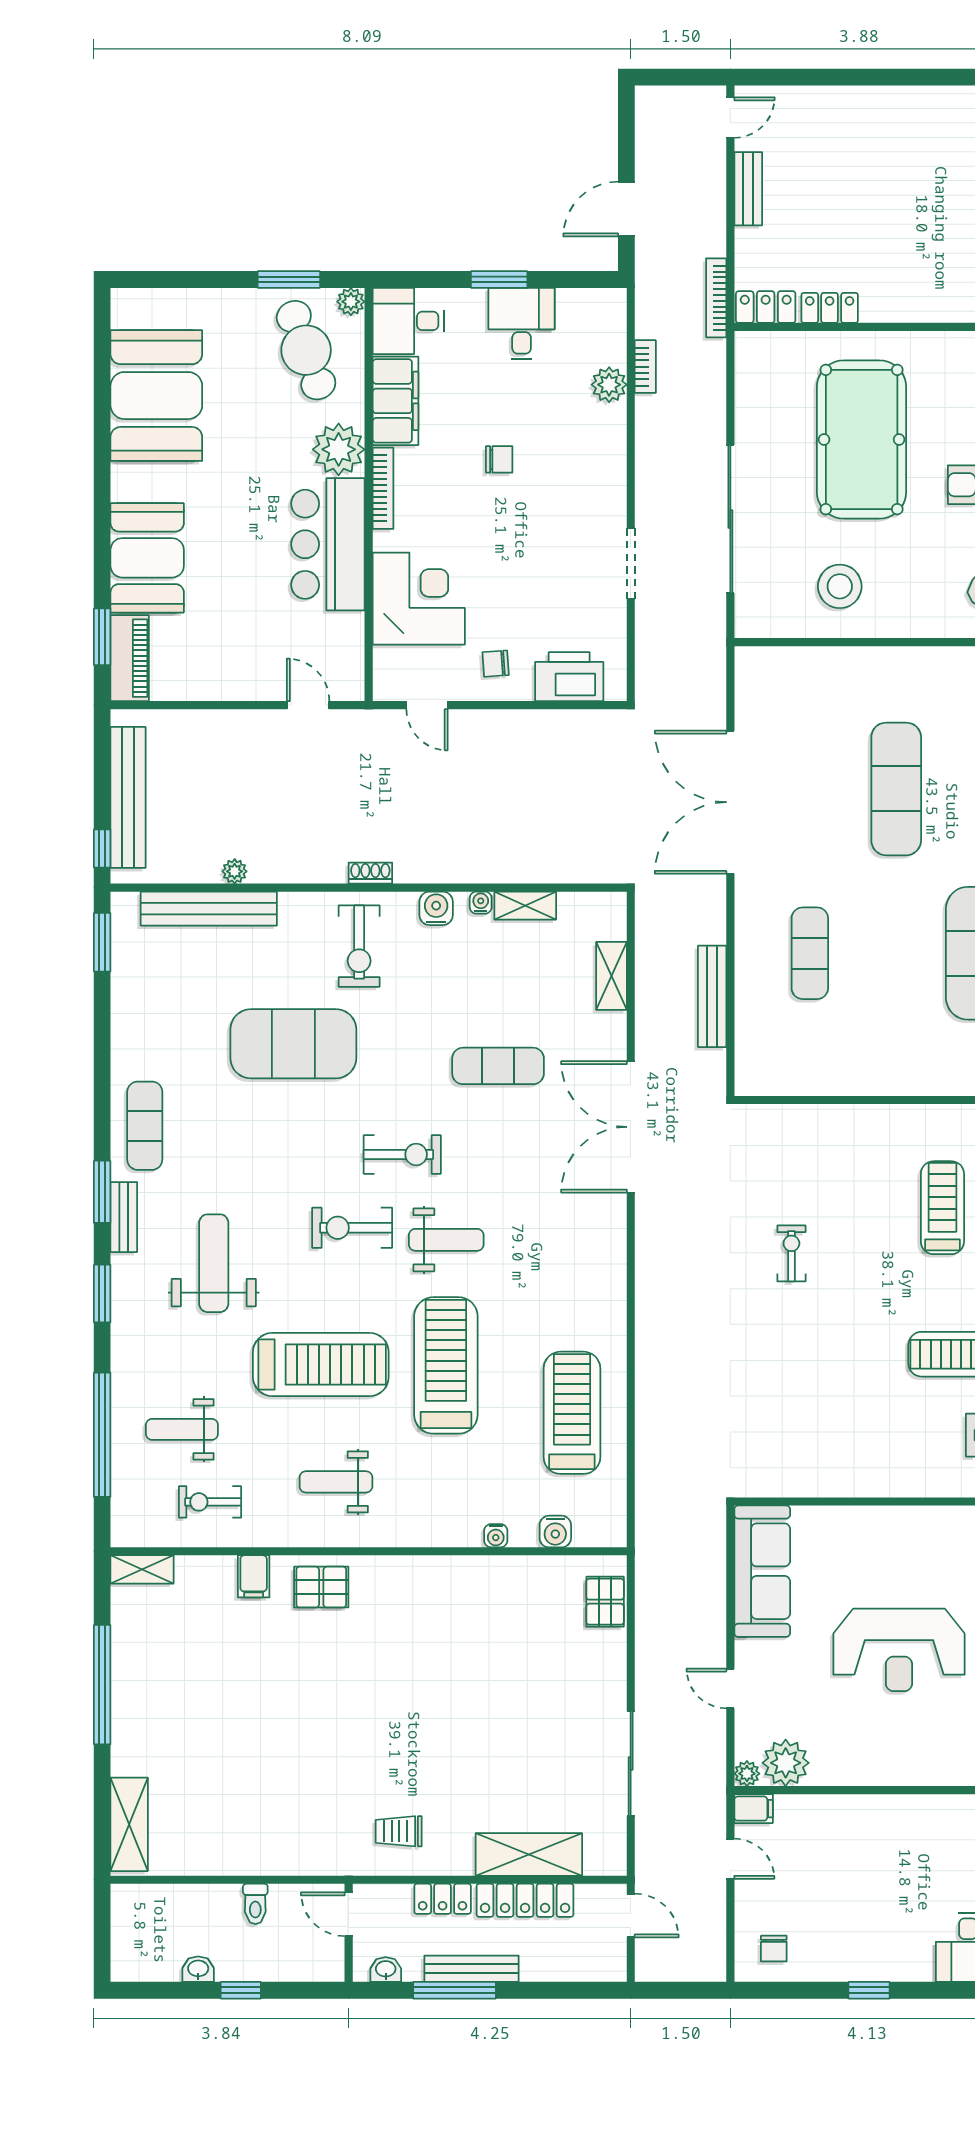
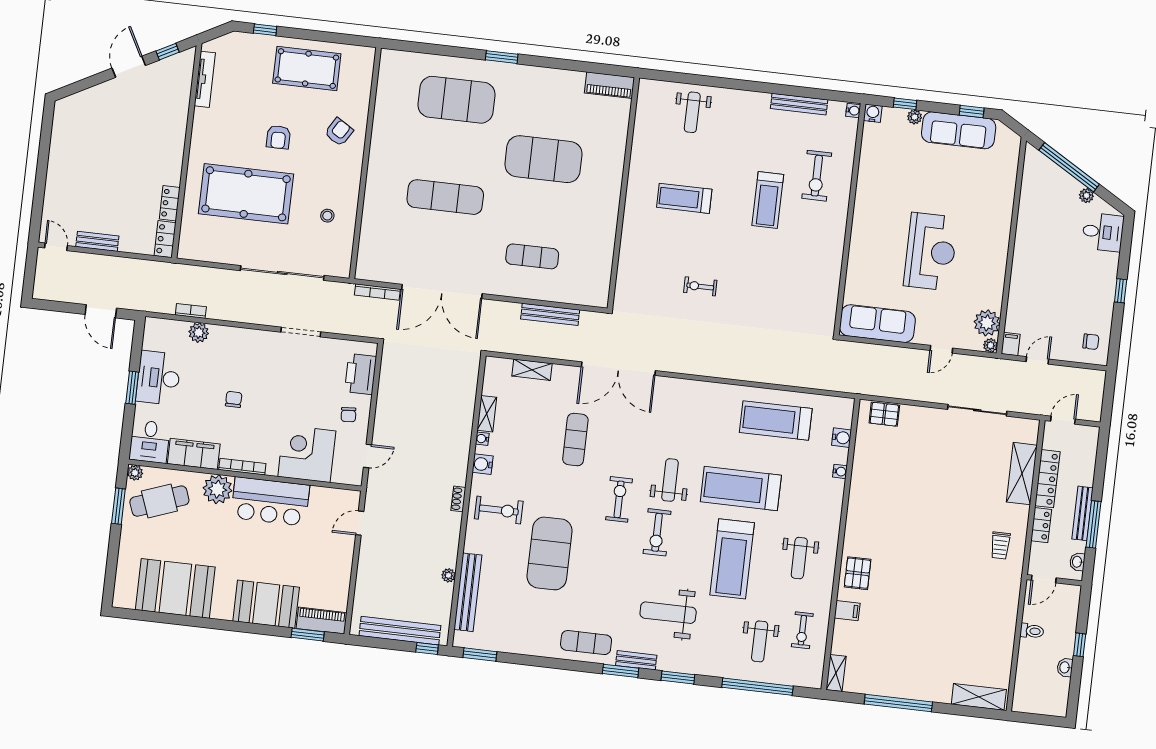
bookcase: (716, 298) -> (377, 292), moved
desk: (522, 324) -> (158, 378), width x1.37
stool: (840, 586) -> (327, 216), width x0.53, depth x0.53
treadmill: (321, 1364) -> (732, 559), turned 180

